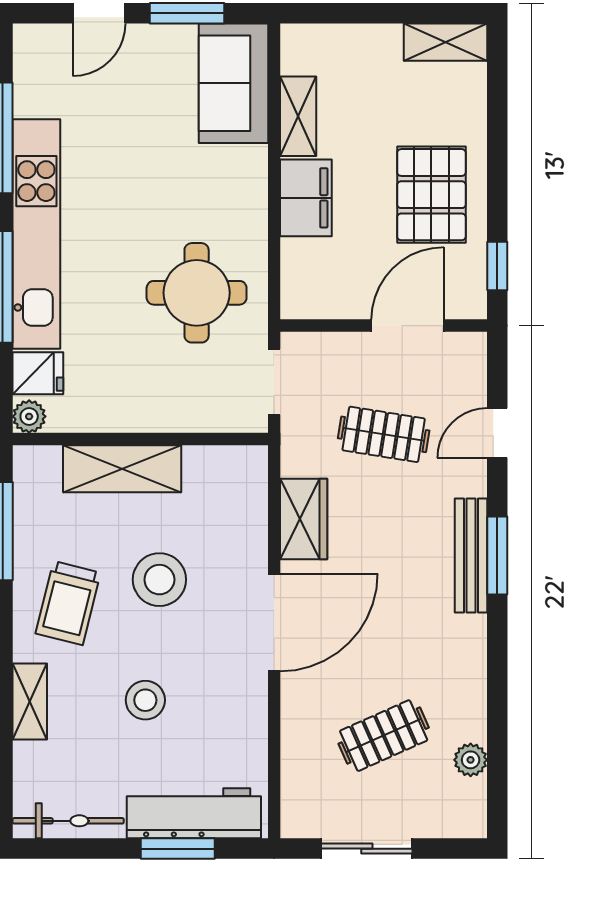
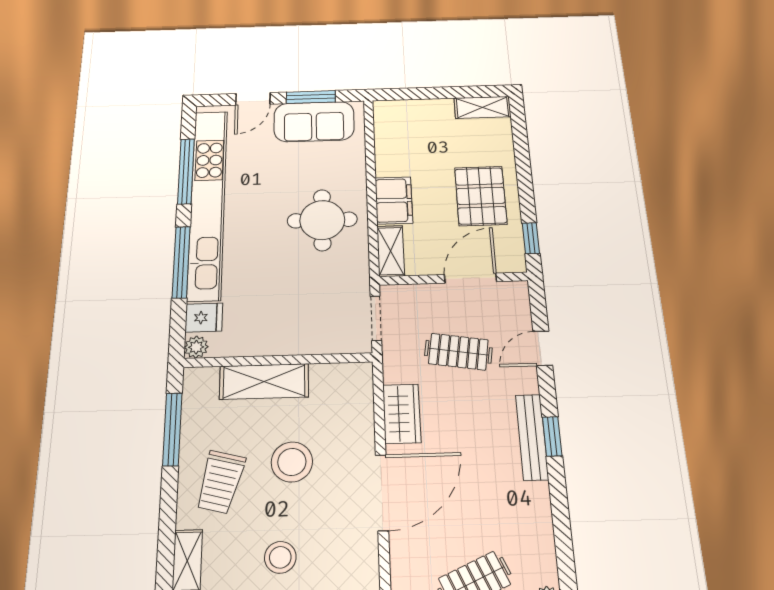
sofa: (233, 83) -> (314, 122), moved, turned -90
shelving: (298, 116) -> (391, 251), moved
kitchen unit: (36, 234) -> (208, 203), width x1.36
round table: (197, 293) -> (322, 220), moved
window: (497, 556) -> (552, 436), width x0.67

